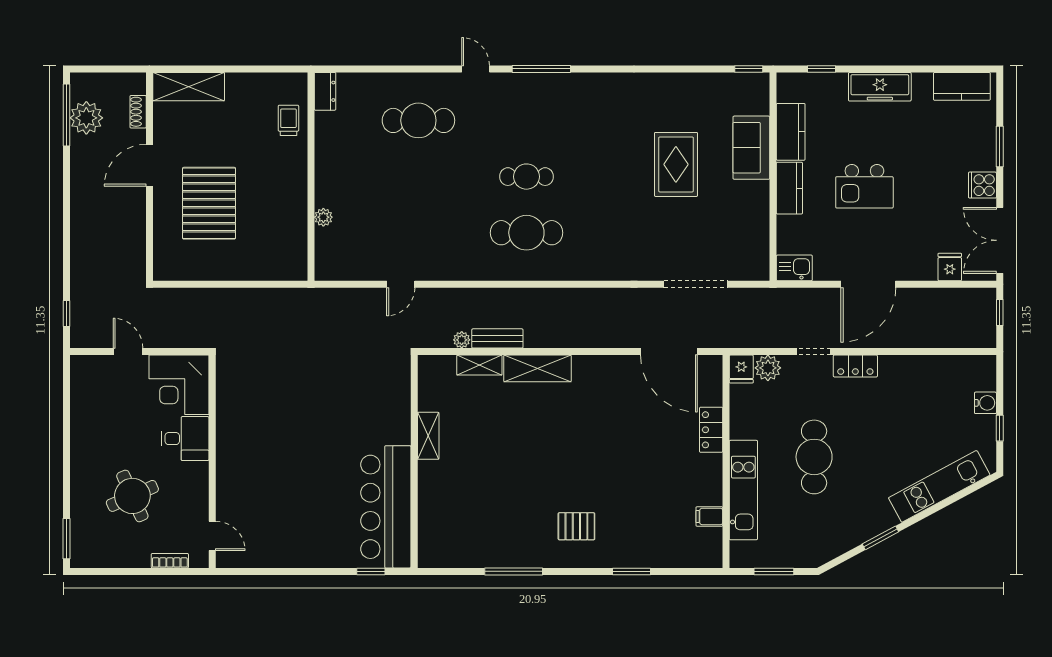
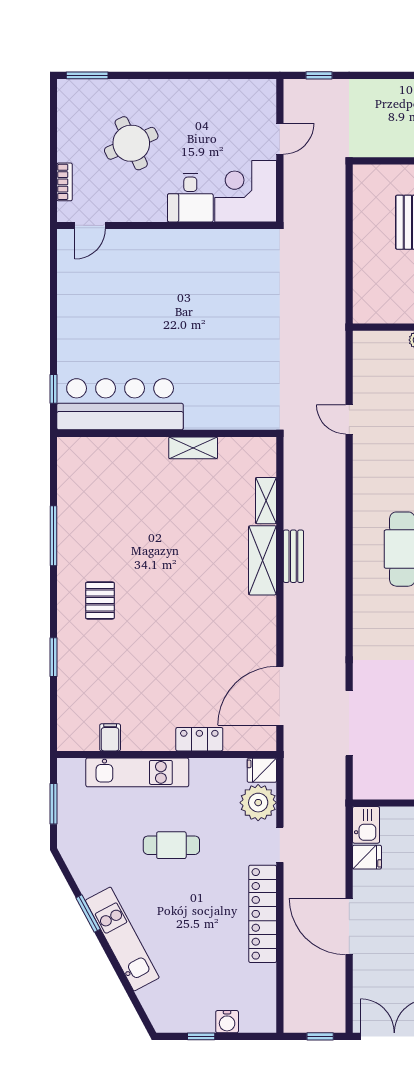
fridge: (950, 267) -> (367, 857), moved
door: (868, 284) -> (349, 927), moved
bench: (497, 338) -> (293, 556), moved
plant: (462, 340) -> (292, 482), removed
locker: (855, 366) -> (263, 914), width x2.16, depth x1.21
plant: (768, 368) -> (258, 803), width x1.36, depth x1.36
cafe table: (814, 457) -> (171, 845), width x0.73, depth x0.74
kitchen unit: (939, 486) -> (122, 939), moved

